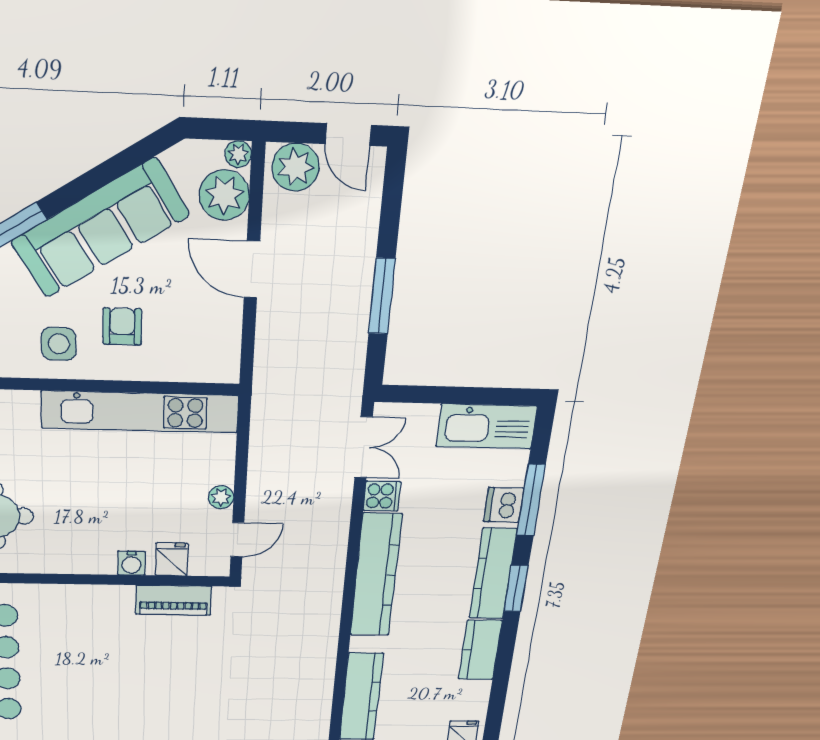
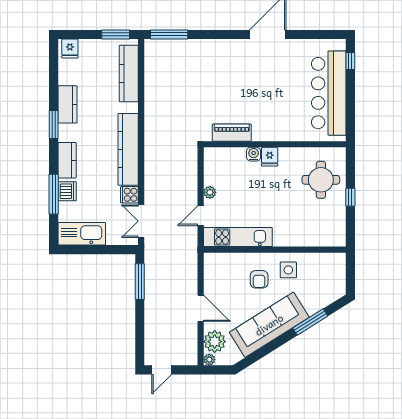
door: (348, 135) -> (162, 370), swing flipped
plant: (296, 167) -> (184, 355), removed
window: (382, 296) -> (140, 282), moved
kitchen unit: (140, 412) -> (238, 237), width x0.73
door: (237, 540) -> (201, 216), moved
fridge: (172, 559) -> (270, 157), moved
kitchen counter: (493, 574) -> (67, 160), width x0.67
window: (516, 588) -> (54, 124), moved

